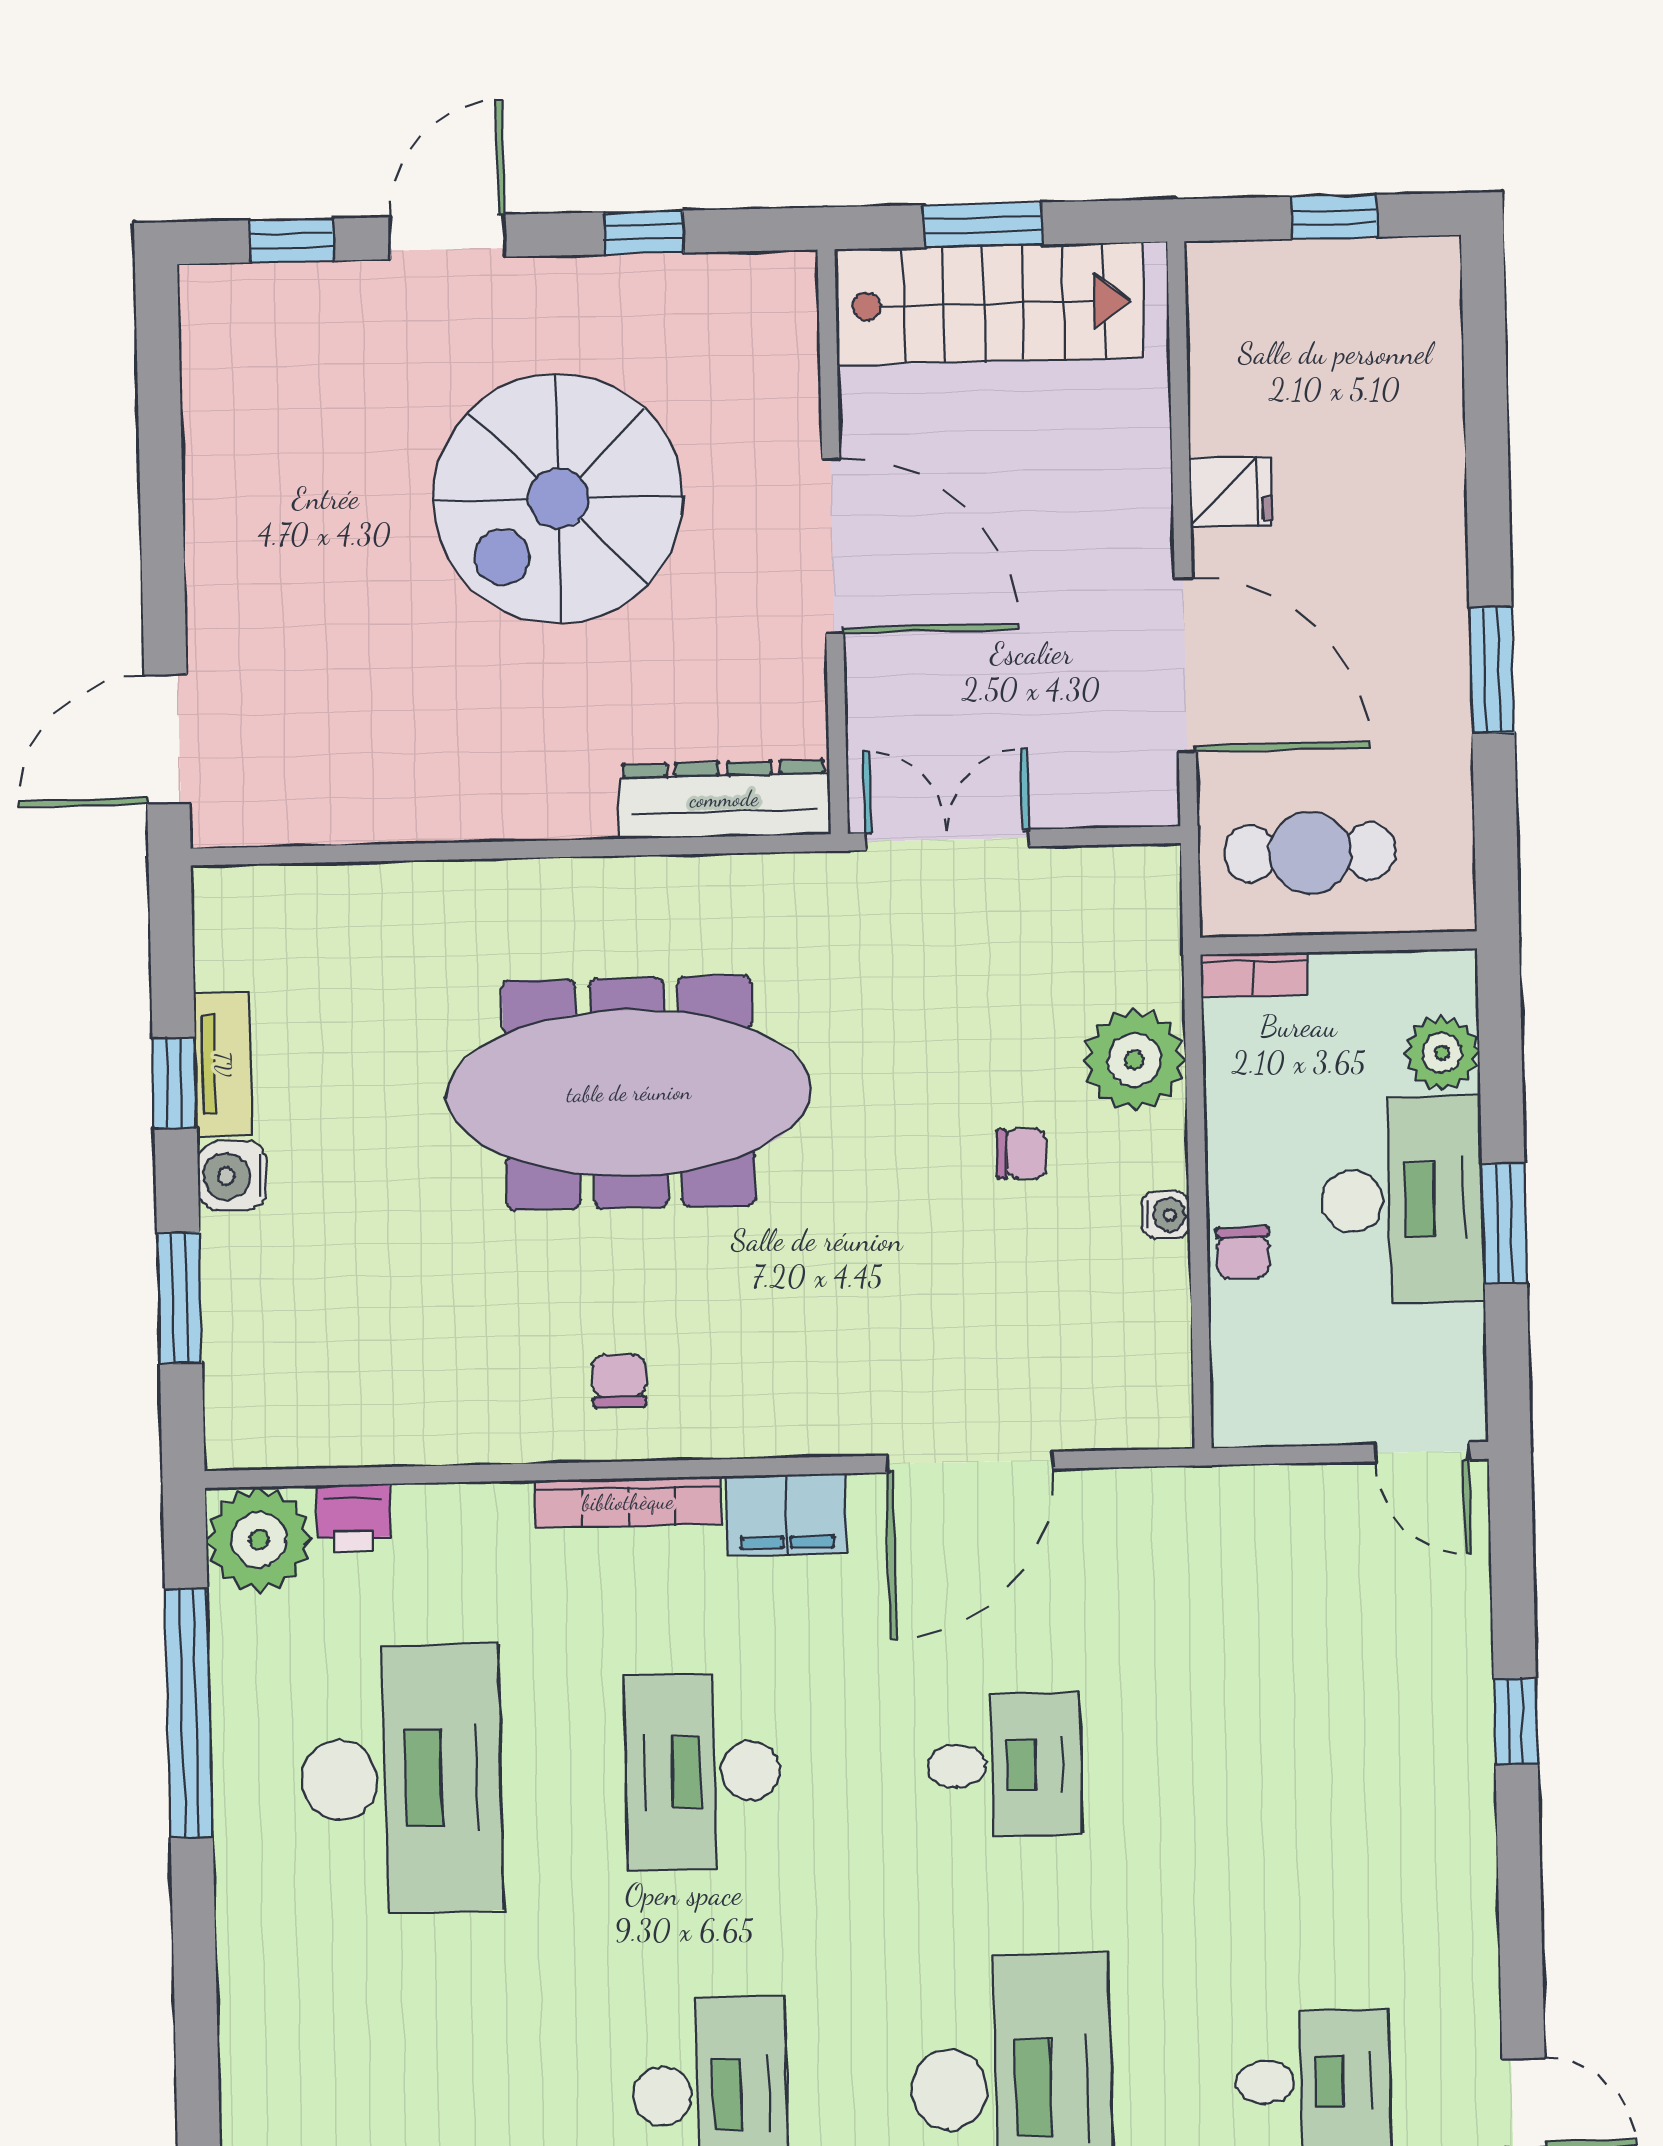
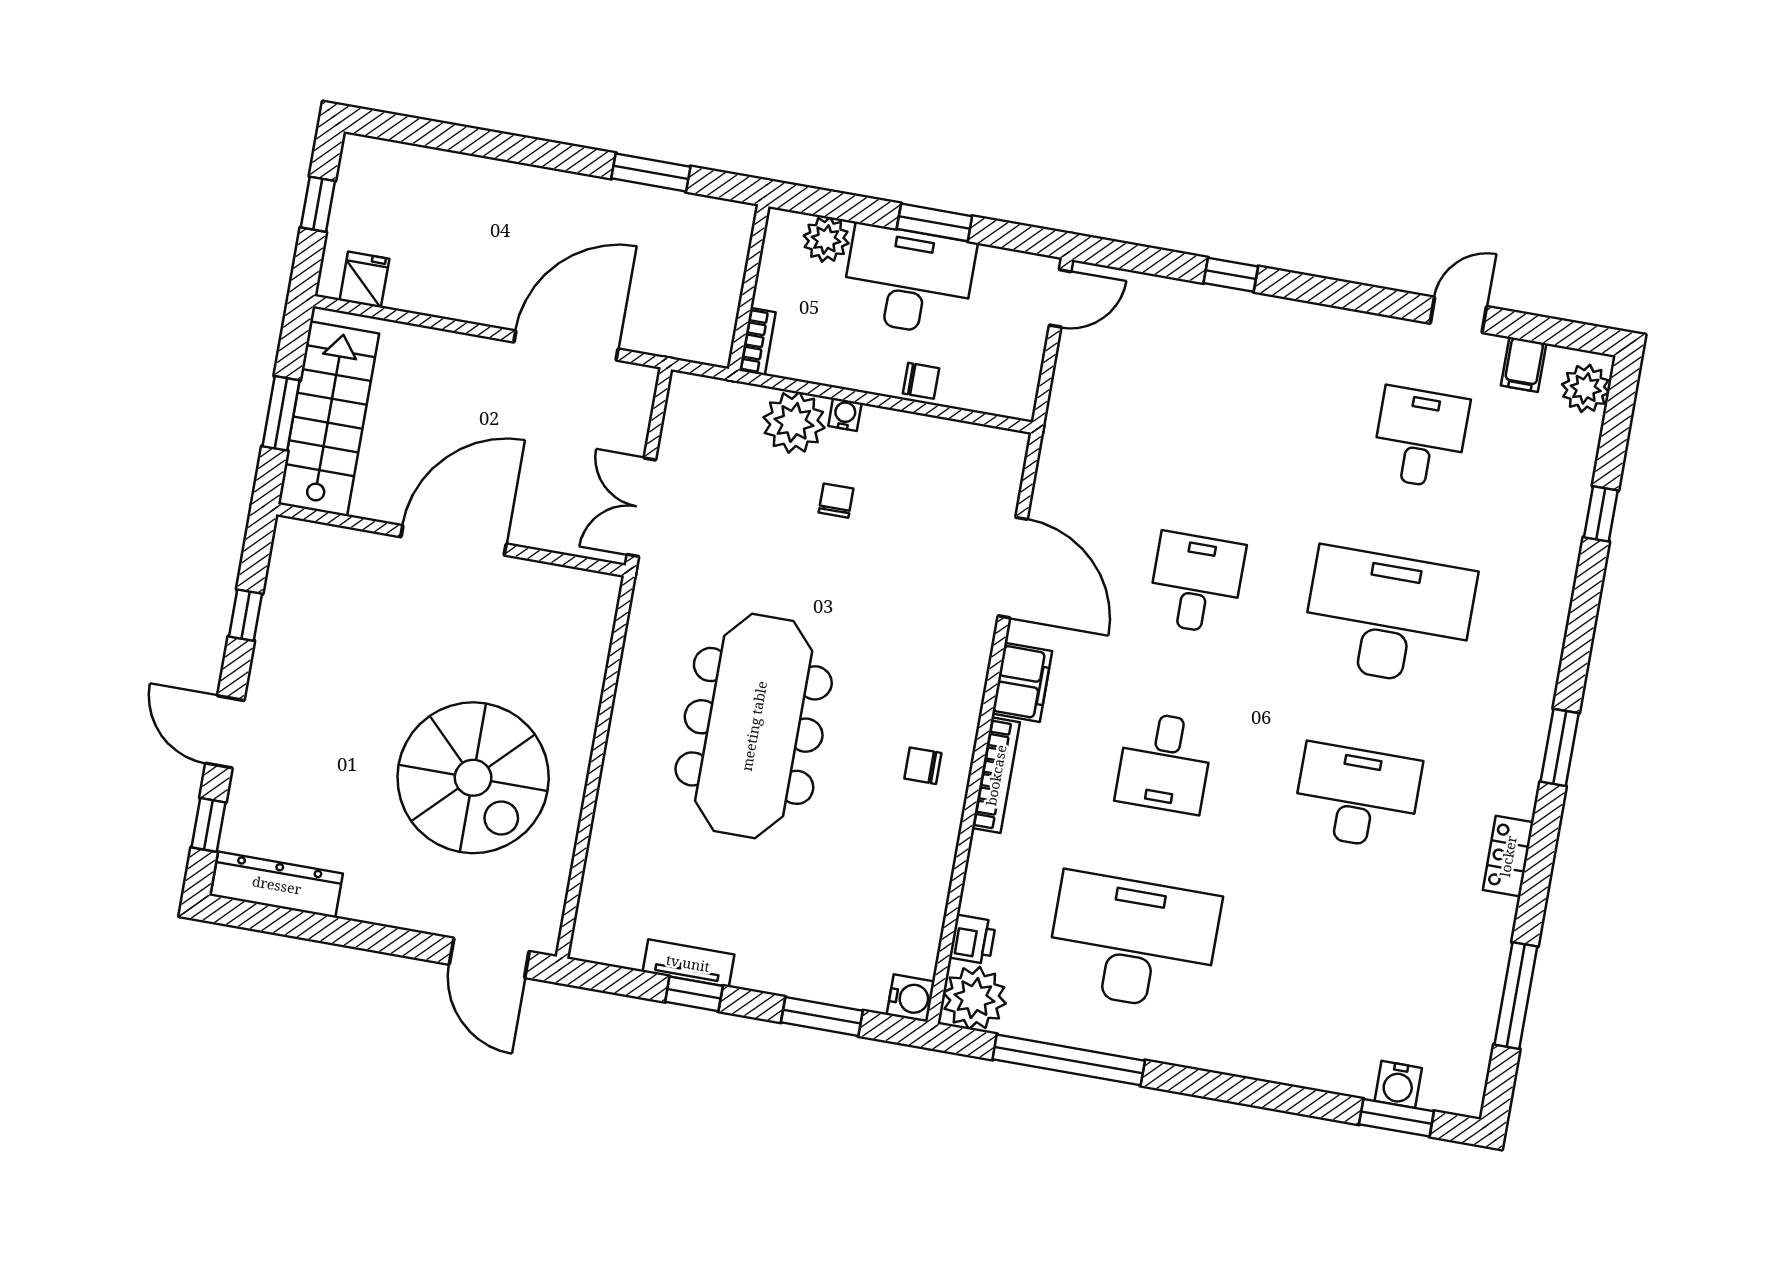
fridge: (1231, 491) -> (364, 280), moved
spiral stairs: (558, 498) -> (473, 778), moved
window: (1492, 670) -> (651, 172), moved
dresser: (724, 799) -> (277, 885), moved, turned 90
cafe table: (1310, 852) -> (692, 294), removed
water cooler: (232, 1176) -> (911, 998), moved, turned -90
water cooler: (1166, 1215) -> (845, 414), moved
desk: (703, 1772) -> (1165, 762), width x0.73

